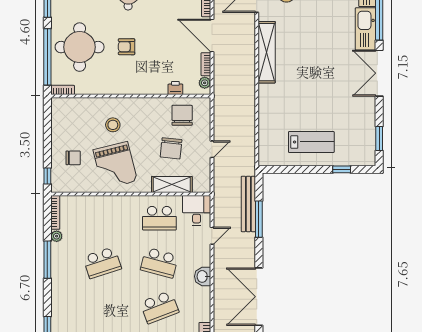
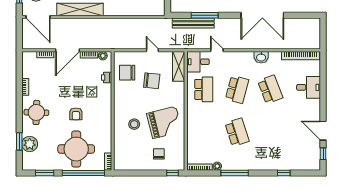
shelving: (172, 184) -> (179, 66), moved
washbasin: (203, 276) -> (261, 57), moved

